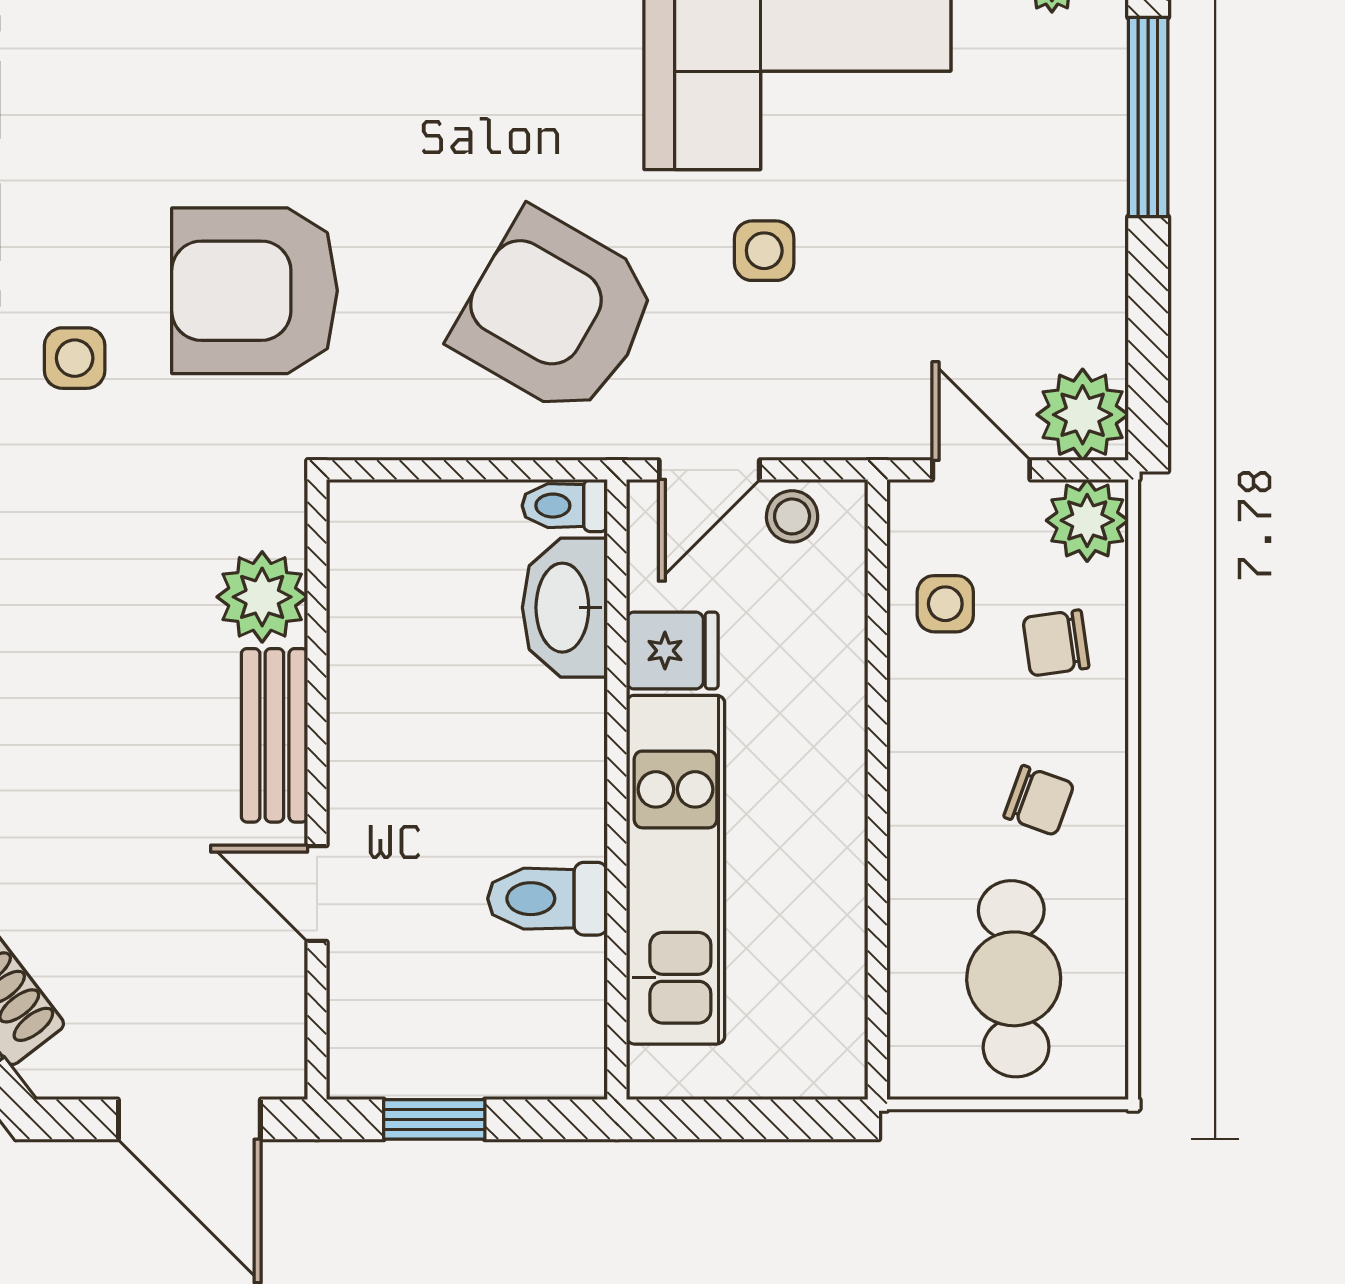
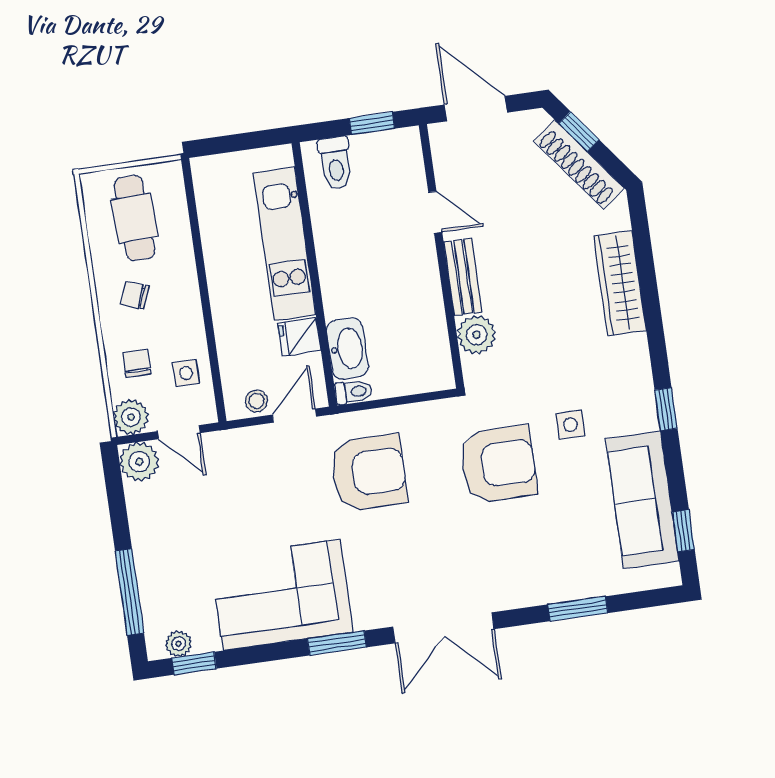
side table: (764, 251) -> (284, 512), removed
armchair: (556, 314) -> (369, 473), turned -30
chair: (1056, 643) -> (137, 363), turned -82
toilet: (548, 899) -> (335, 163), moved, turned 90

